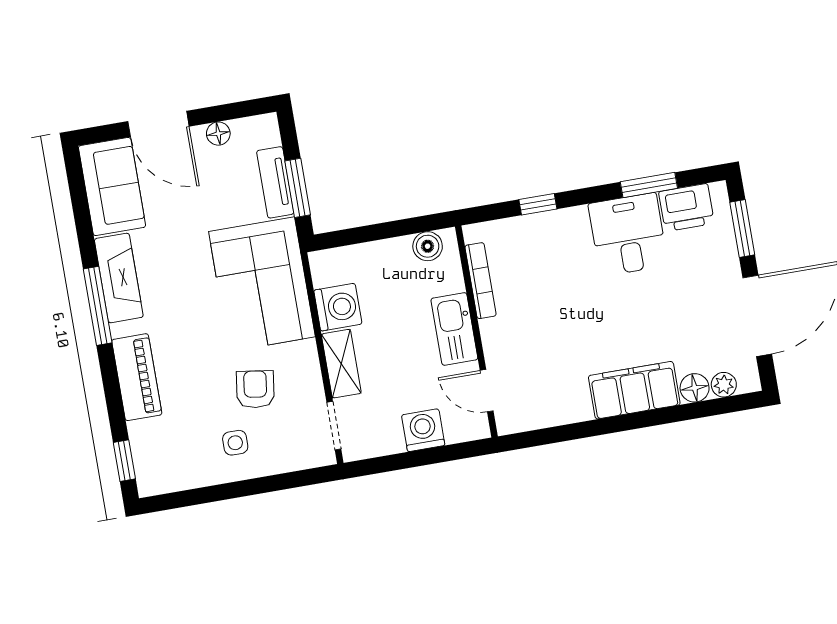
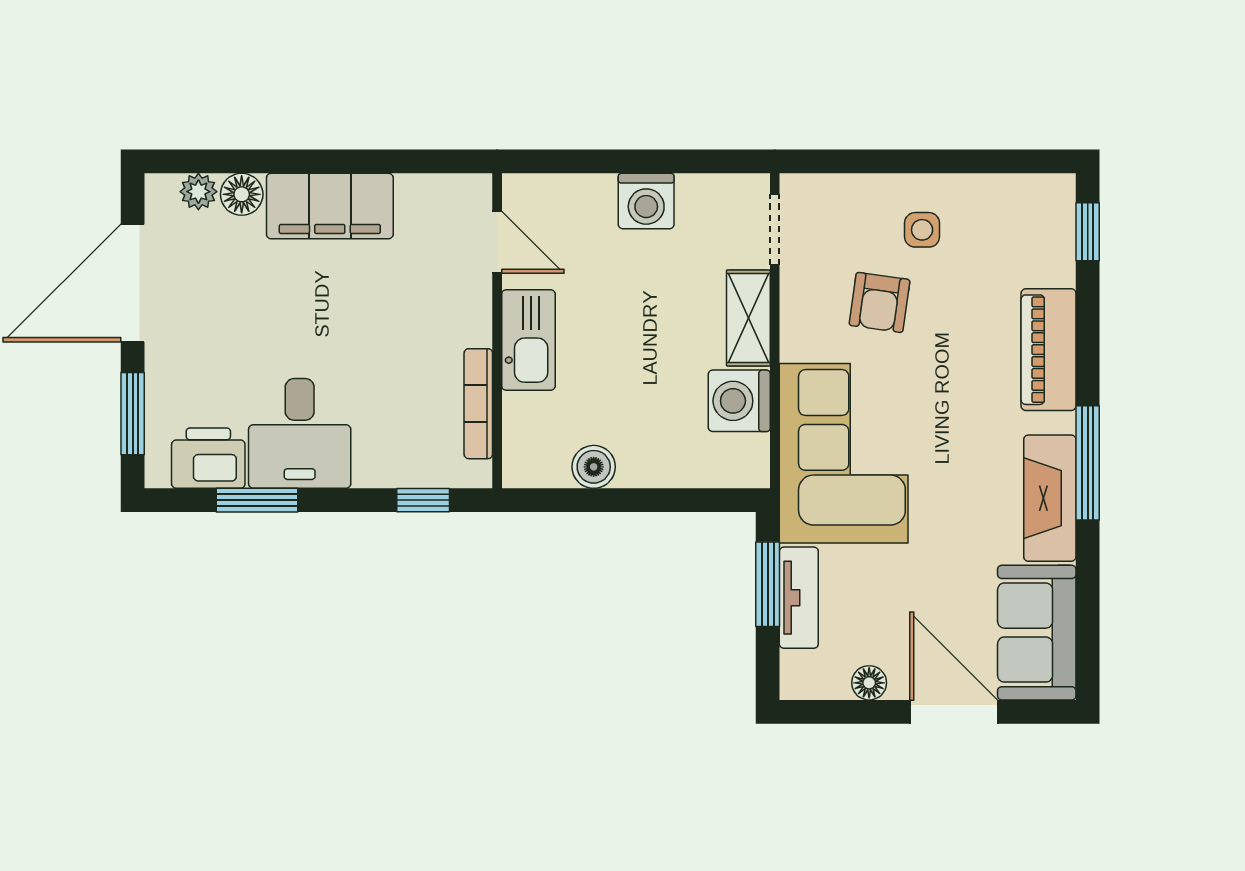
bookcase: (481, 281) -> (478, 404), moved
kitchen sink: (454, 329) -> (528, 340), moved
wall: (476, 332) -> (497, 331), moved
door: (487, 391) -> (497, 242), moved

